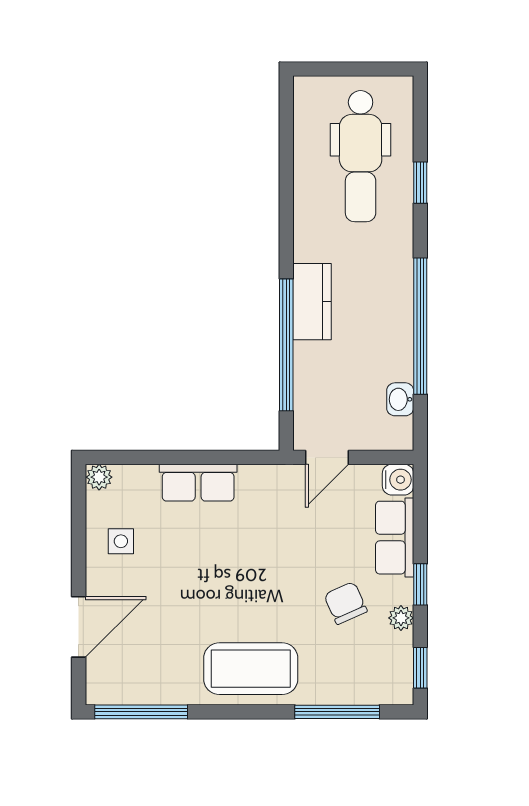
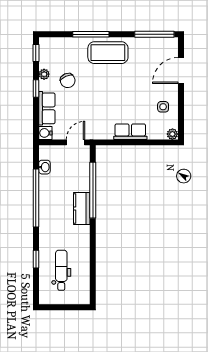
dental chair: (361, 156) -> (61, 270), width x0.73, depth x0.72
window: (337, 712) -> (91, 34), moved

